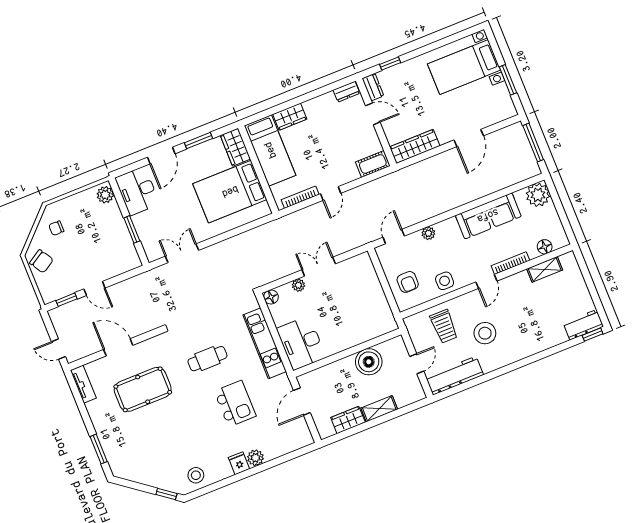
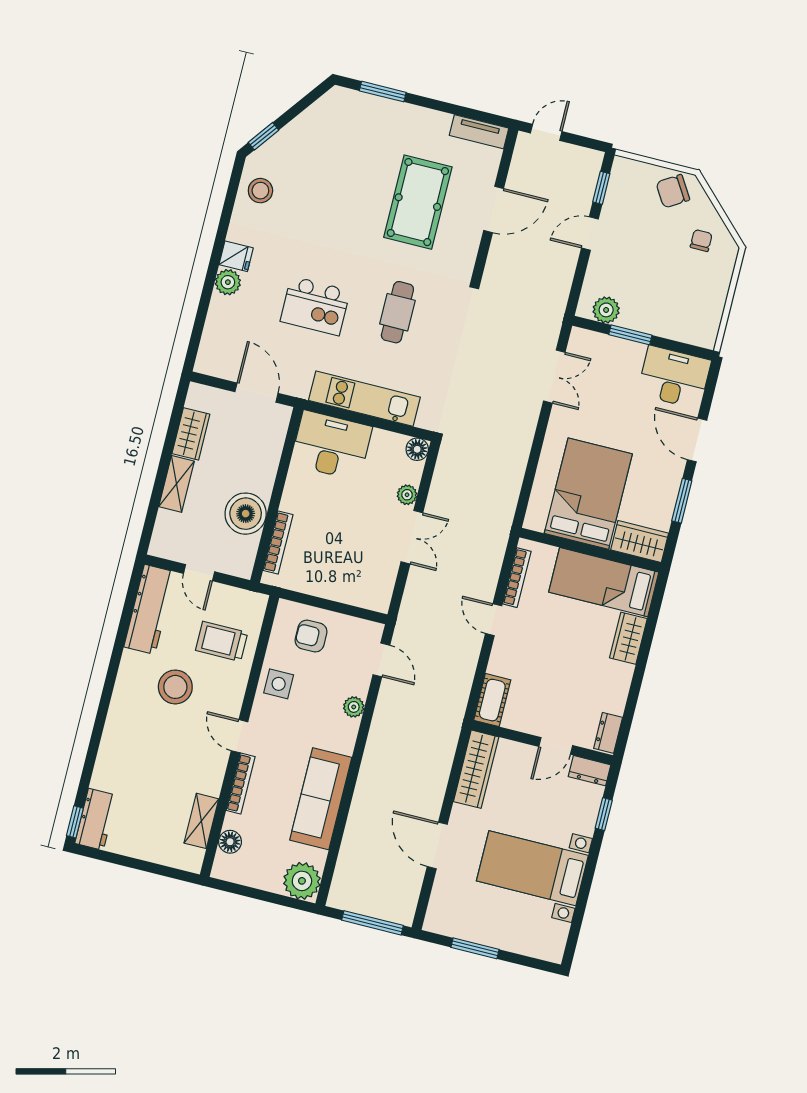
bed with nightstands: (464, 67) -> (532, 868), moved, turned -90
plant: (105, 195) -> (606, 310), moved
bookcase: (372, 334) -> (278, 543), added

